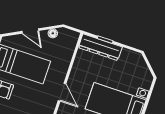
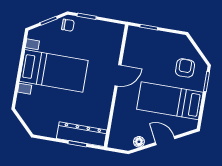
door: (62, 92) -> (118, 75), swing flipped

